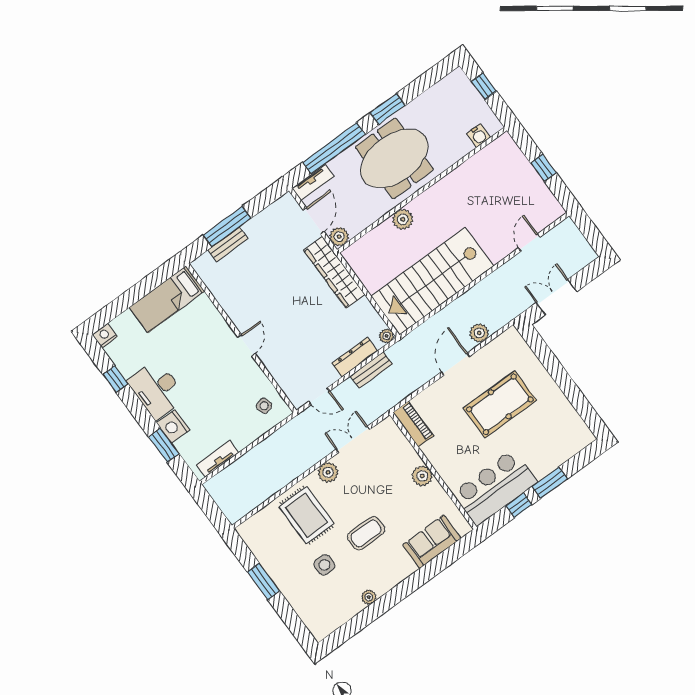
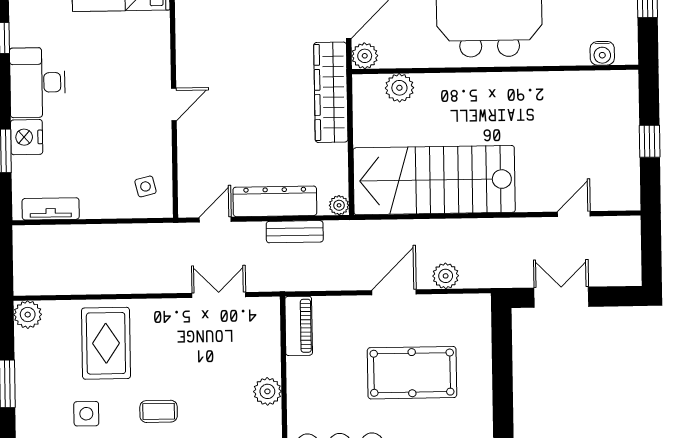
plant: (403, 219) -> (399, 88), moved
dresser: (355, 357) -> (275, 201), width x1.37, depth x1.24
door: (319, 396) -> (215, 220), swing flipped
plant: (328, 472) -> (28, 315), moved
coffee table: (366, 533) -> (159, 411), width x0.73, depth x0.77

